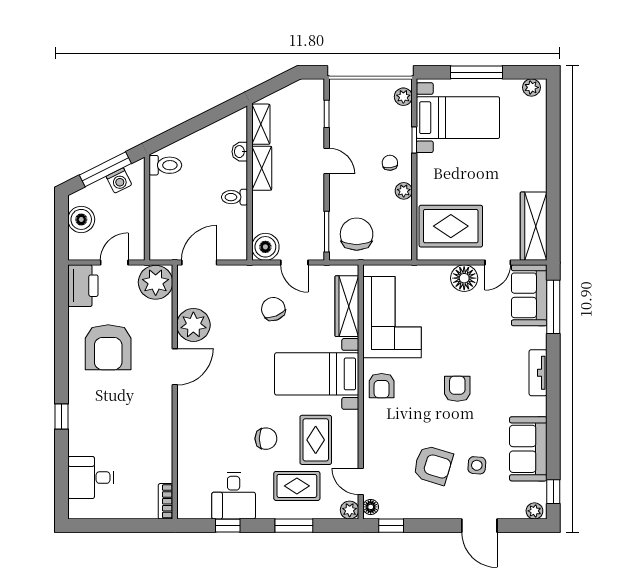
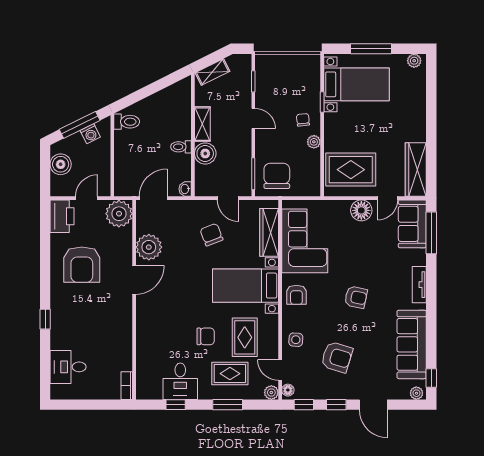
plant: (403, 97) -> (314, 68), removed
shelving: (261, 124) -> (212, 72), moved, turned 63
washbasin: (240, 152) -> (185, 189), moved
boiler: (265, 247) -> (205, 154), moved
armchair: (457, 389) -> (356, 297), turned 102
sofa: (528, 449) -> (412, 344), width x1.36
side table: (477, 465) -> (296, 340), moved
window: (432, 526) -> (336, 405), added

